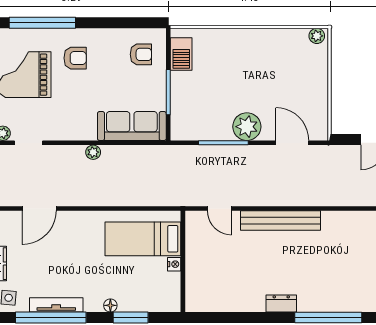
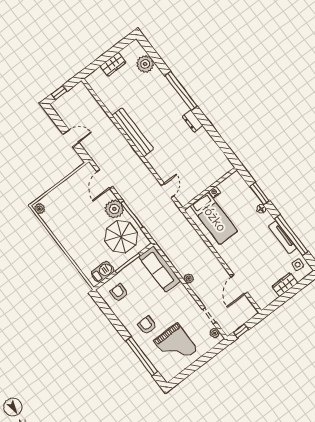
parasol: (207, 109) -> (121, 237), added
door: (39, 208) -> (239, 284), swing flipped
bench: (280, 221) -> (133, 132), moved

